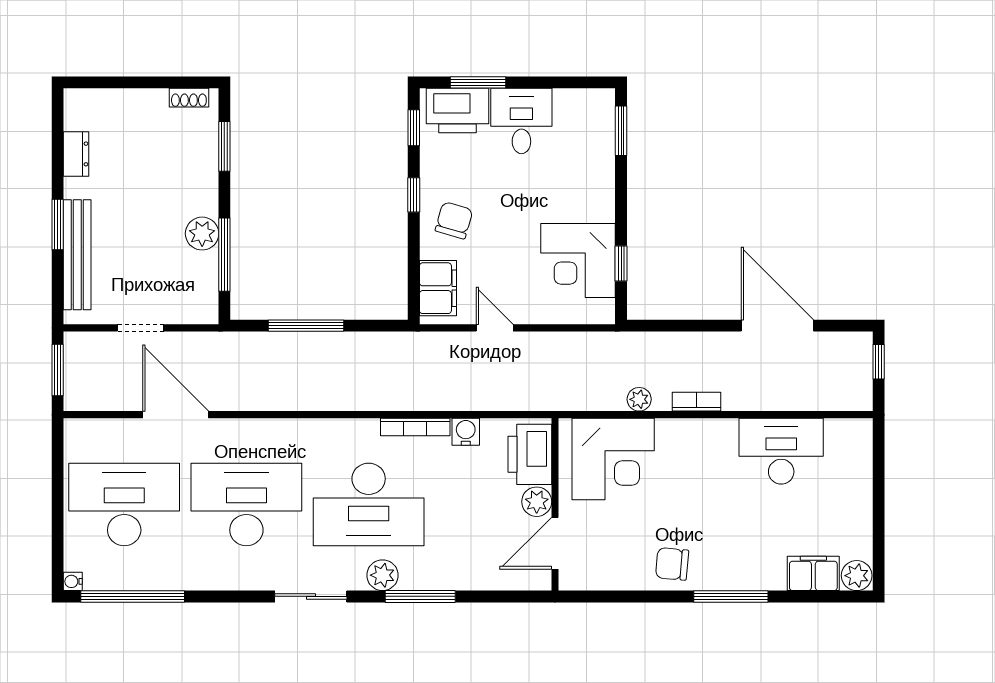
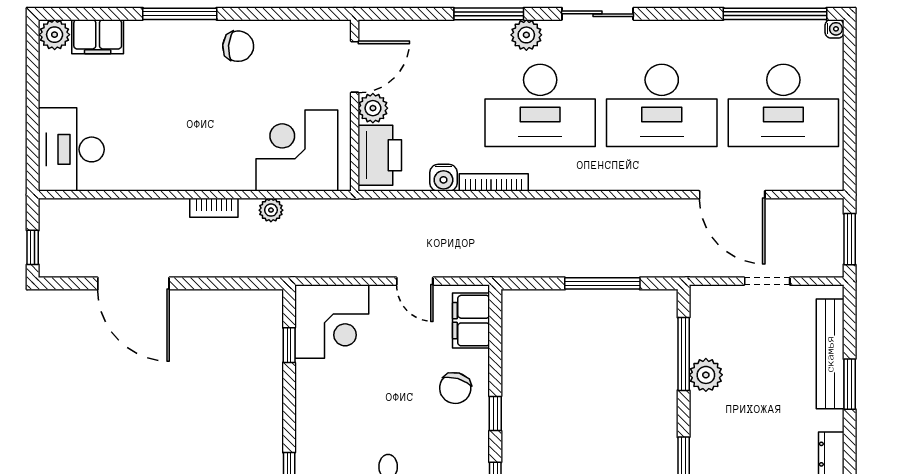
corner desk: (578, 260) -> (332, 322), moved, turned 90
desk: (781, 451) -> (71, 149), moved, turned 90
desk: (369, 504) -> (540, 105), turned 180

